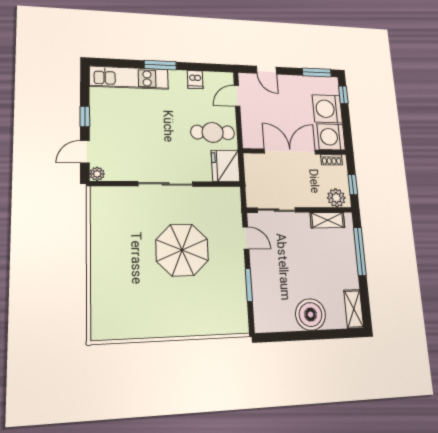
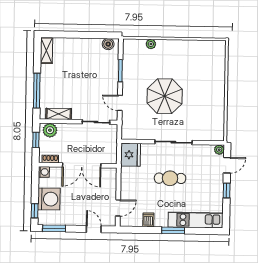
cafe table: (213, 132) -> (170, 178), moved
washing machine: (331, 137) -> (44, 172), width x0.53, depth x0.53
boiler: (311, 314) -> (108, 44), moved, width x0.54, depth x0.54
plant: (207, 328) -> (151, 44), added

